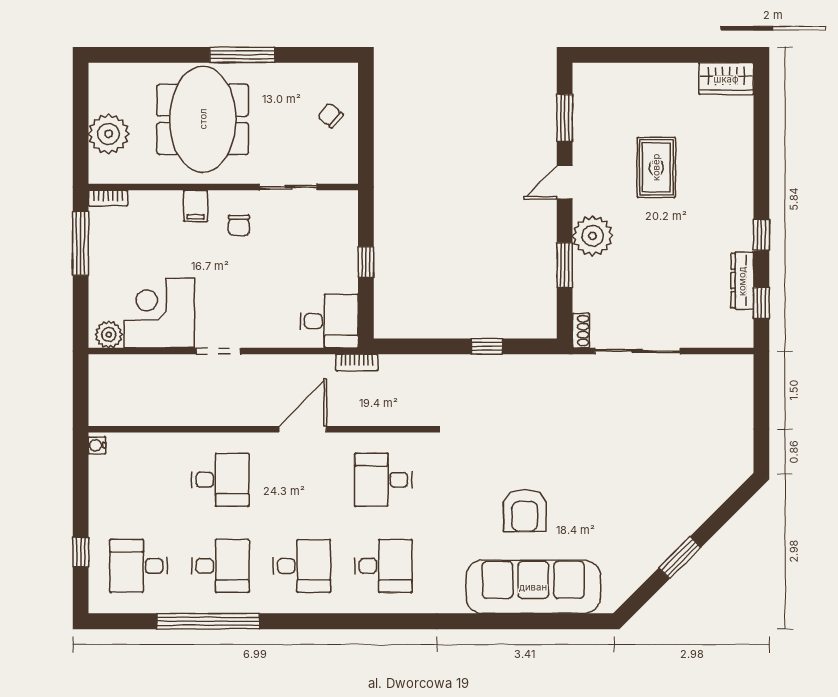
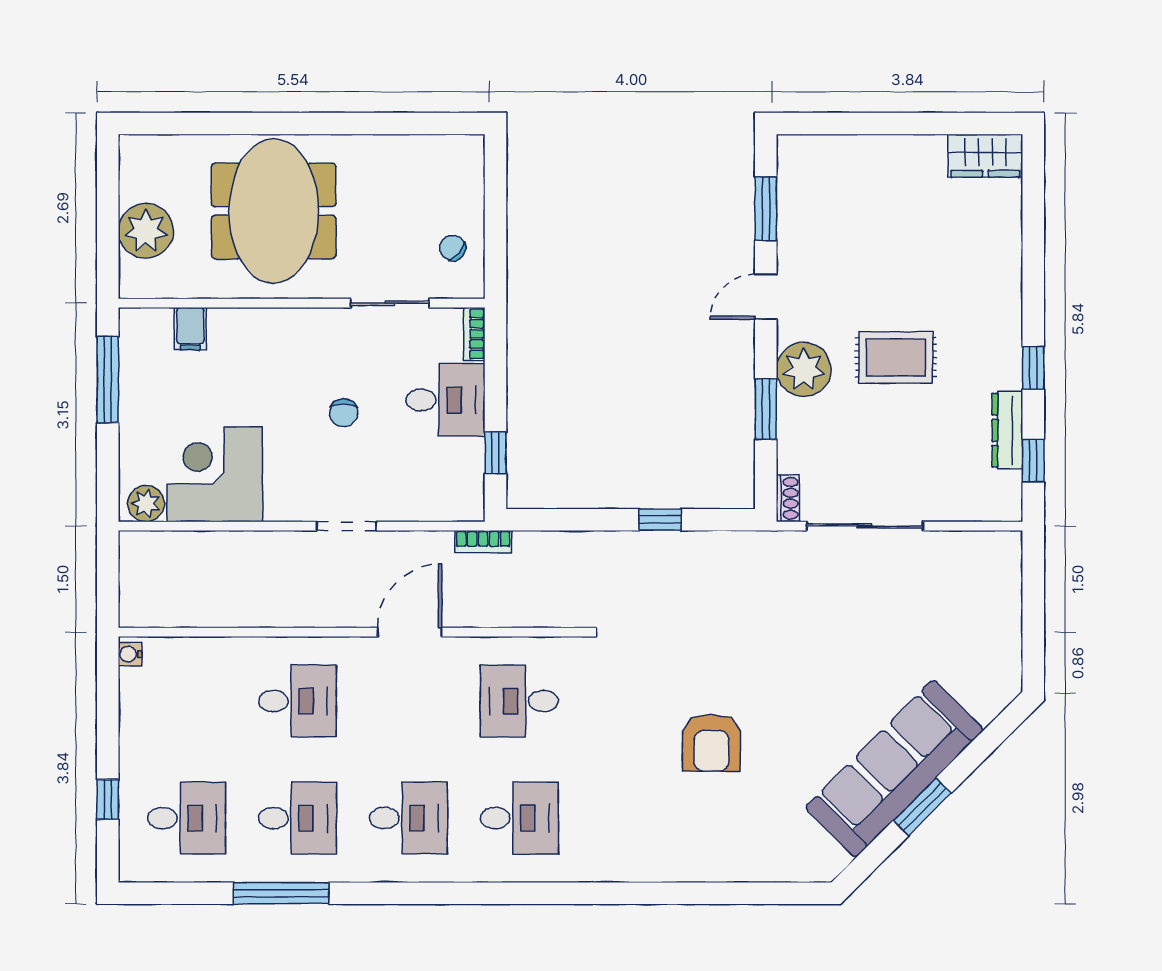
window: (242, 55) -> (327, 123), removed
chair: (330, 115) -> (453, 248), moved
rug: (656, 167) -> (896, 357), moved, turned 90
bookcase: (108, 198) -> (474, 334), moved, turned 90
filing cabinet: (196, 206) -> (190, 329), moved
chair: (239, 225) -> (344, 413), moved
window: (366, 262) -> (495, 453), moved
desk: (329, 321) -> (445, 400), moved
doorway: (219, 351) -> (347, 526), moved
desk: (139, 566) -> (187, 818), turned 180
sofa: (533, 587) -> (894, 769), moved, turned -45
window: (208, 621) -> (281, 893), width x0.68

